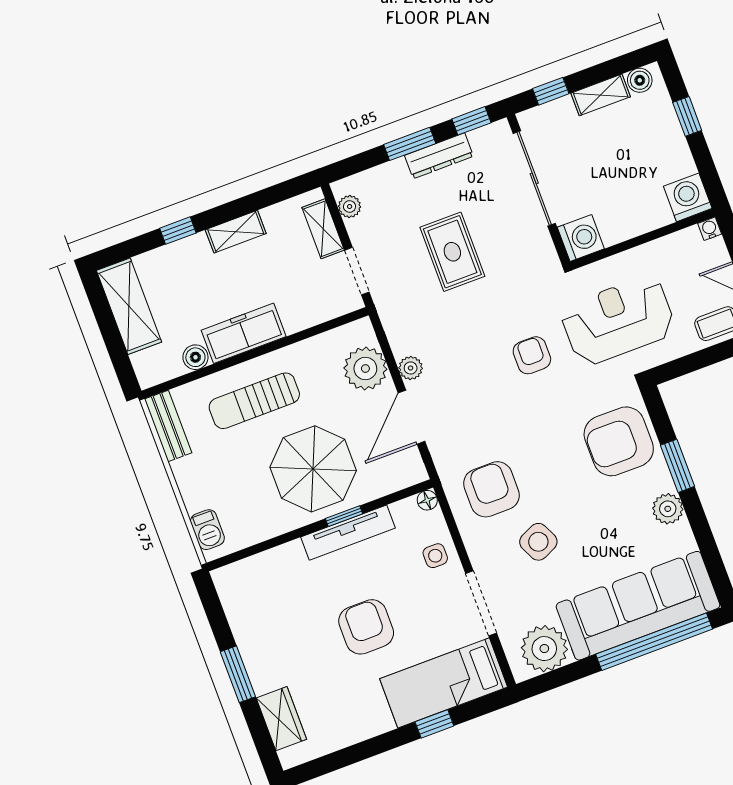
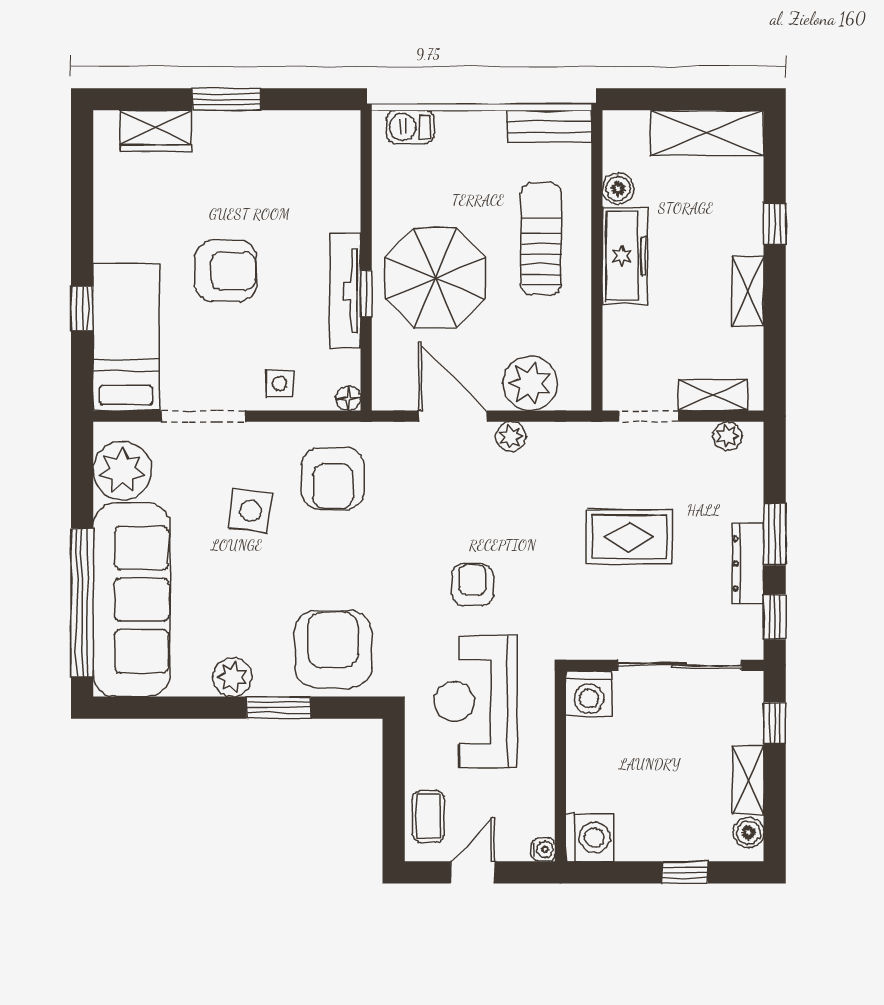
reception desk: (618, 320) -> (476, 701), turned 180
armchair: (532, 355) -> (473, 585), turned -90
armchair: (491, 489) -> (333, 479), turned 90
side table: (538, 542) -> (250, 511), turned 33

